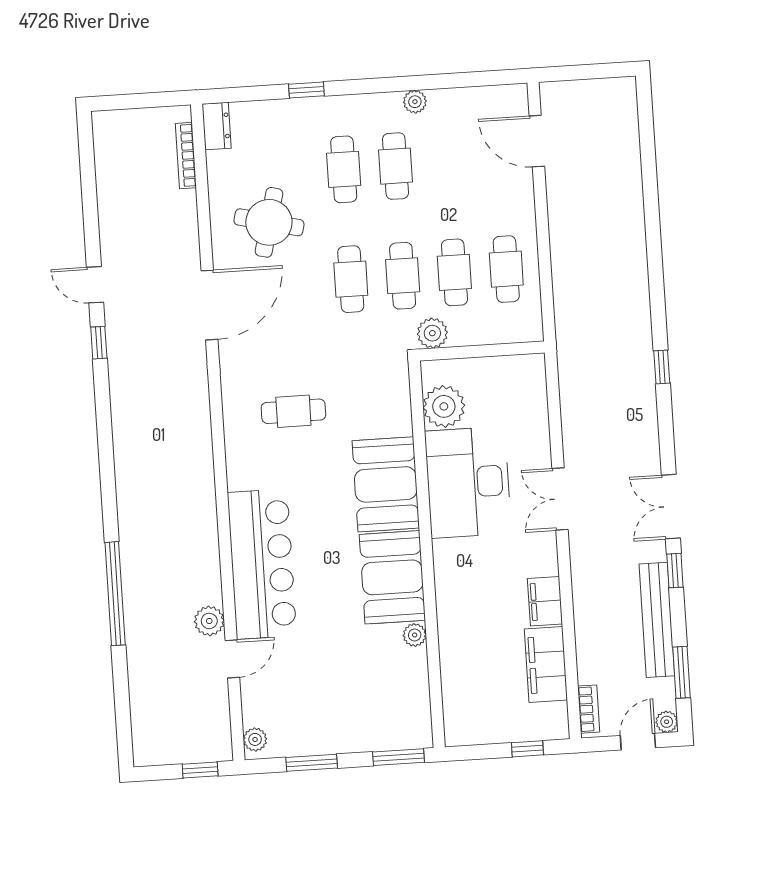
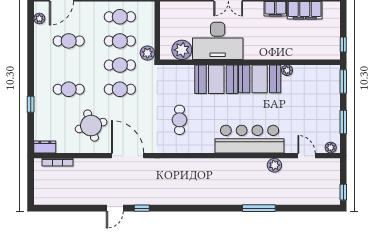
plant: (415, 102) -> (39, 19), moved
cafe table: (395, 166) -> (69, 41), moved
round table: (269, 222) -> (91, 126), turned -30
window: (115, 594) -> (259, 208), width x0.68
door: (232, 659) -> (307, 156), moved
window: (527, 749) -> (343, 44), moved
window: (200, 770) -> (343, 192), moved

